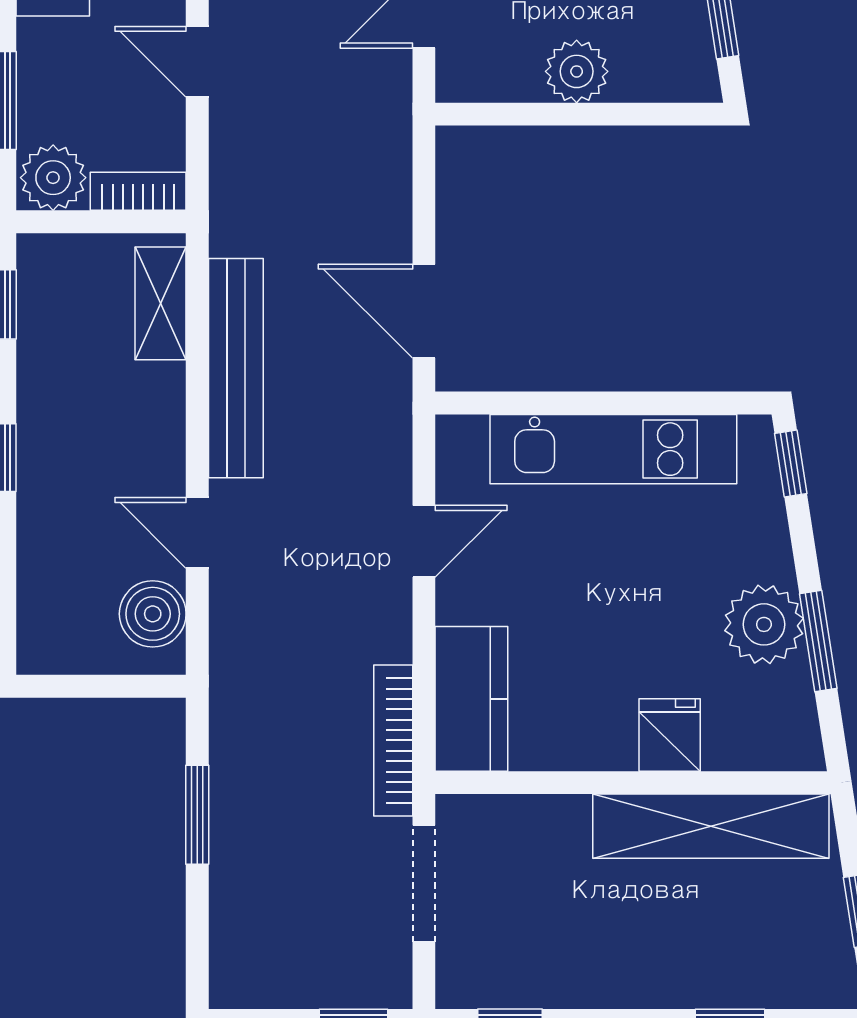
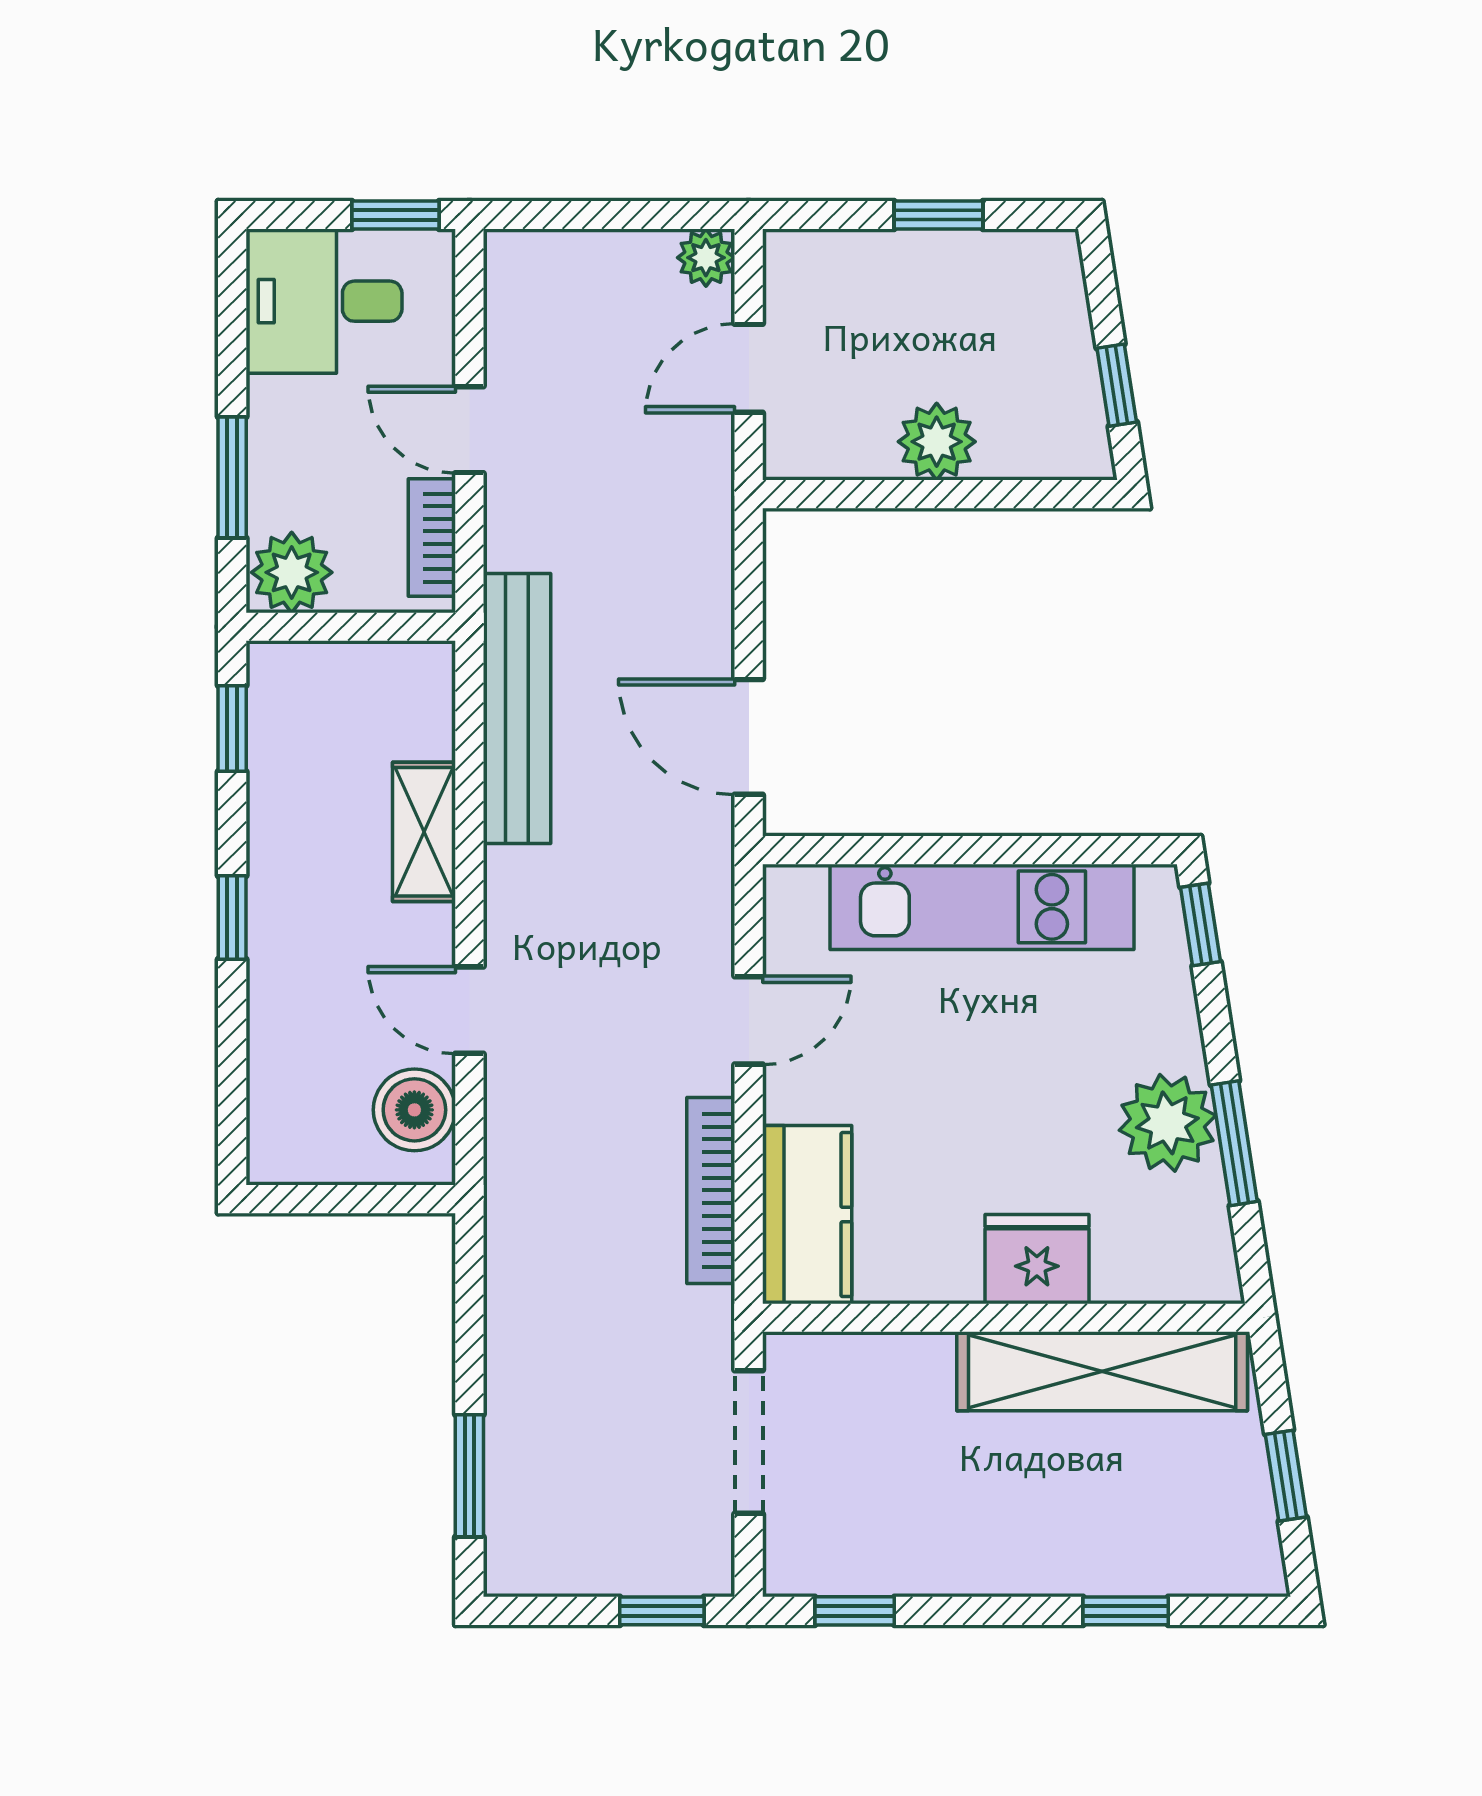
bookcase: (138, 191) -> (432, 538), moved, turned -90
shelving: (161, 303) -> (424, 832), moved
bench: (236, 368) -> (517, 709), moved
fridge: (670, 735) -> (1037, 1259), width x1.38
bookcase: (393, 740) -> (711, 1190), moved
window: (197, 815) -> (469, 1476), moved

